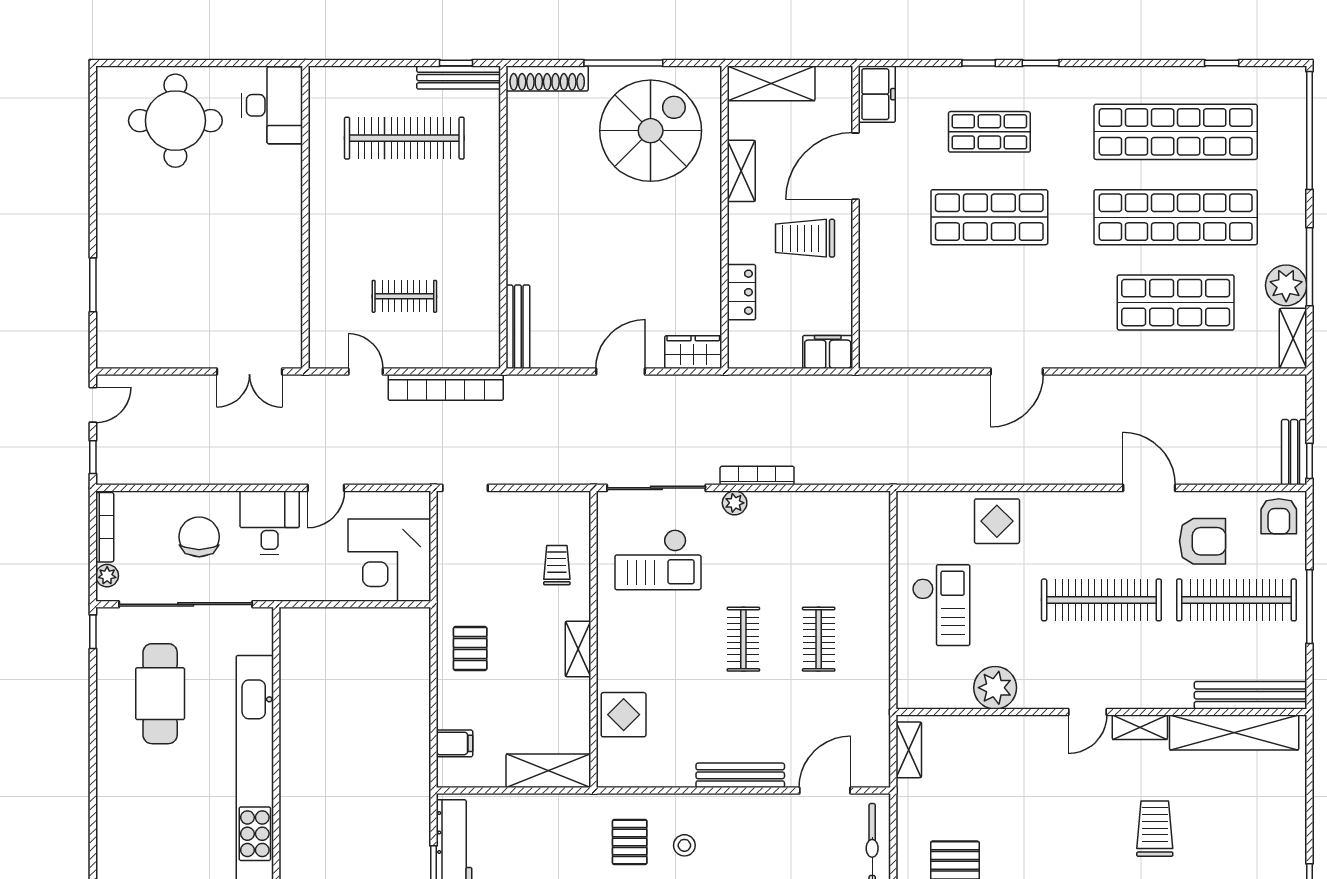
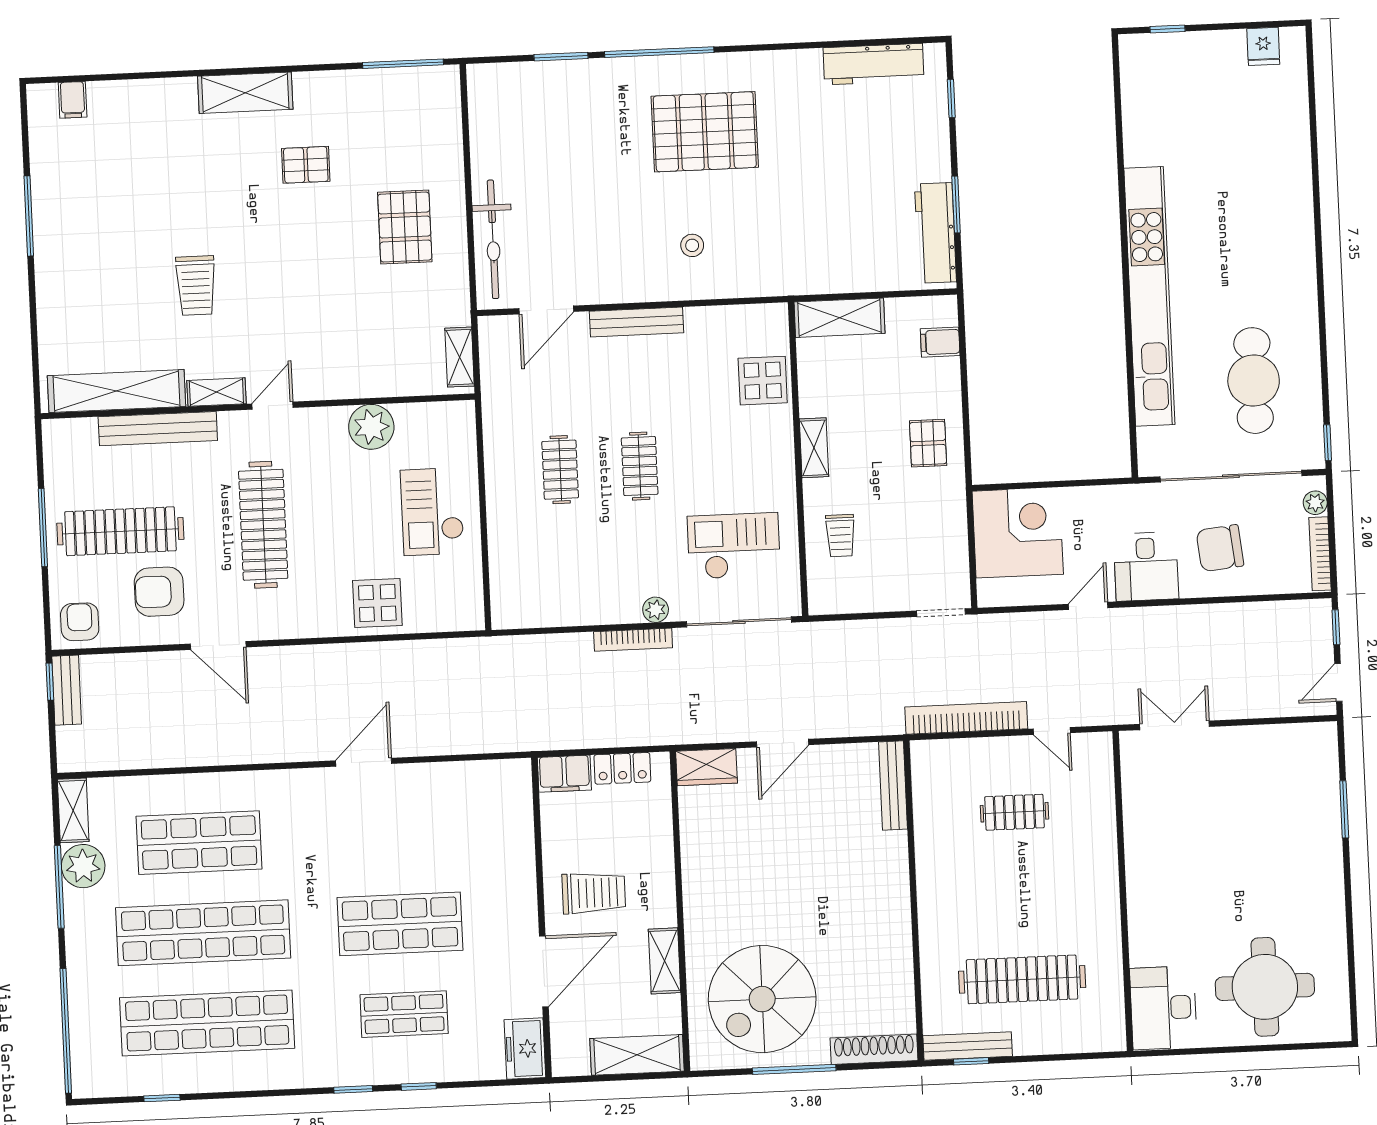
locker: (741, 292) -> (622, 768), moved, turned -90
chair: (199, 537) -> (1220, 548), turned 84
clothes rail: (1101, 600) -> (263, 525), turned 90
bench: (1250, 695) -> (158, 429), moved
pallet: (630, 842) -> (750, 246), removed

